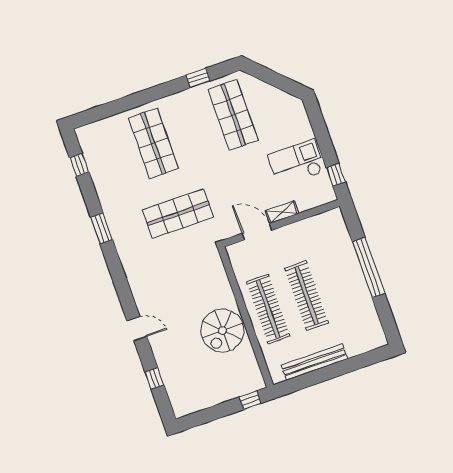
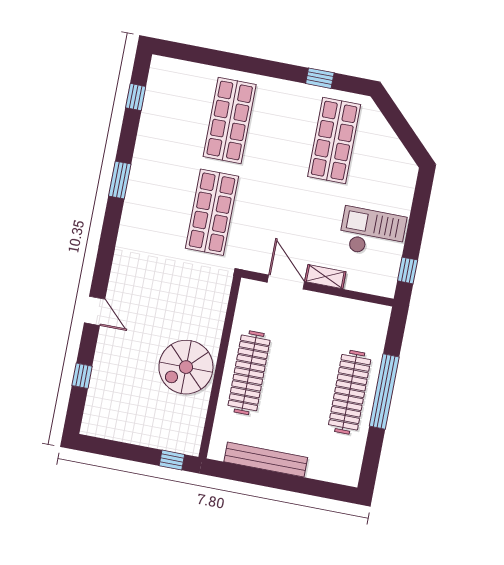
shop shelf: (178, 214) -> (212, 212), turned 90
clothes rail: (307, 296) -> (350, 392), moved

